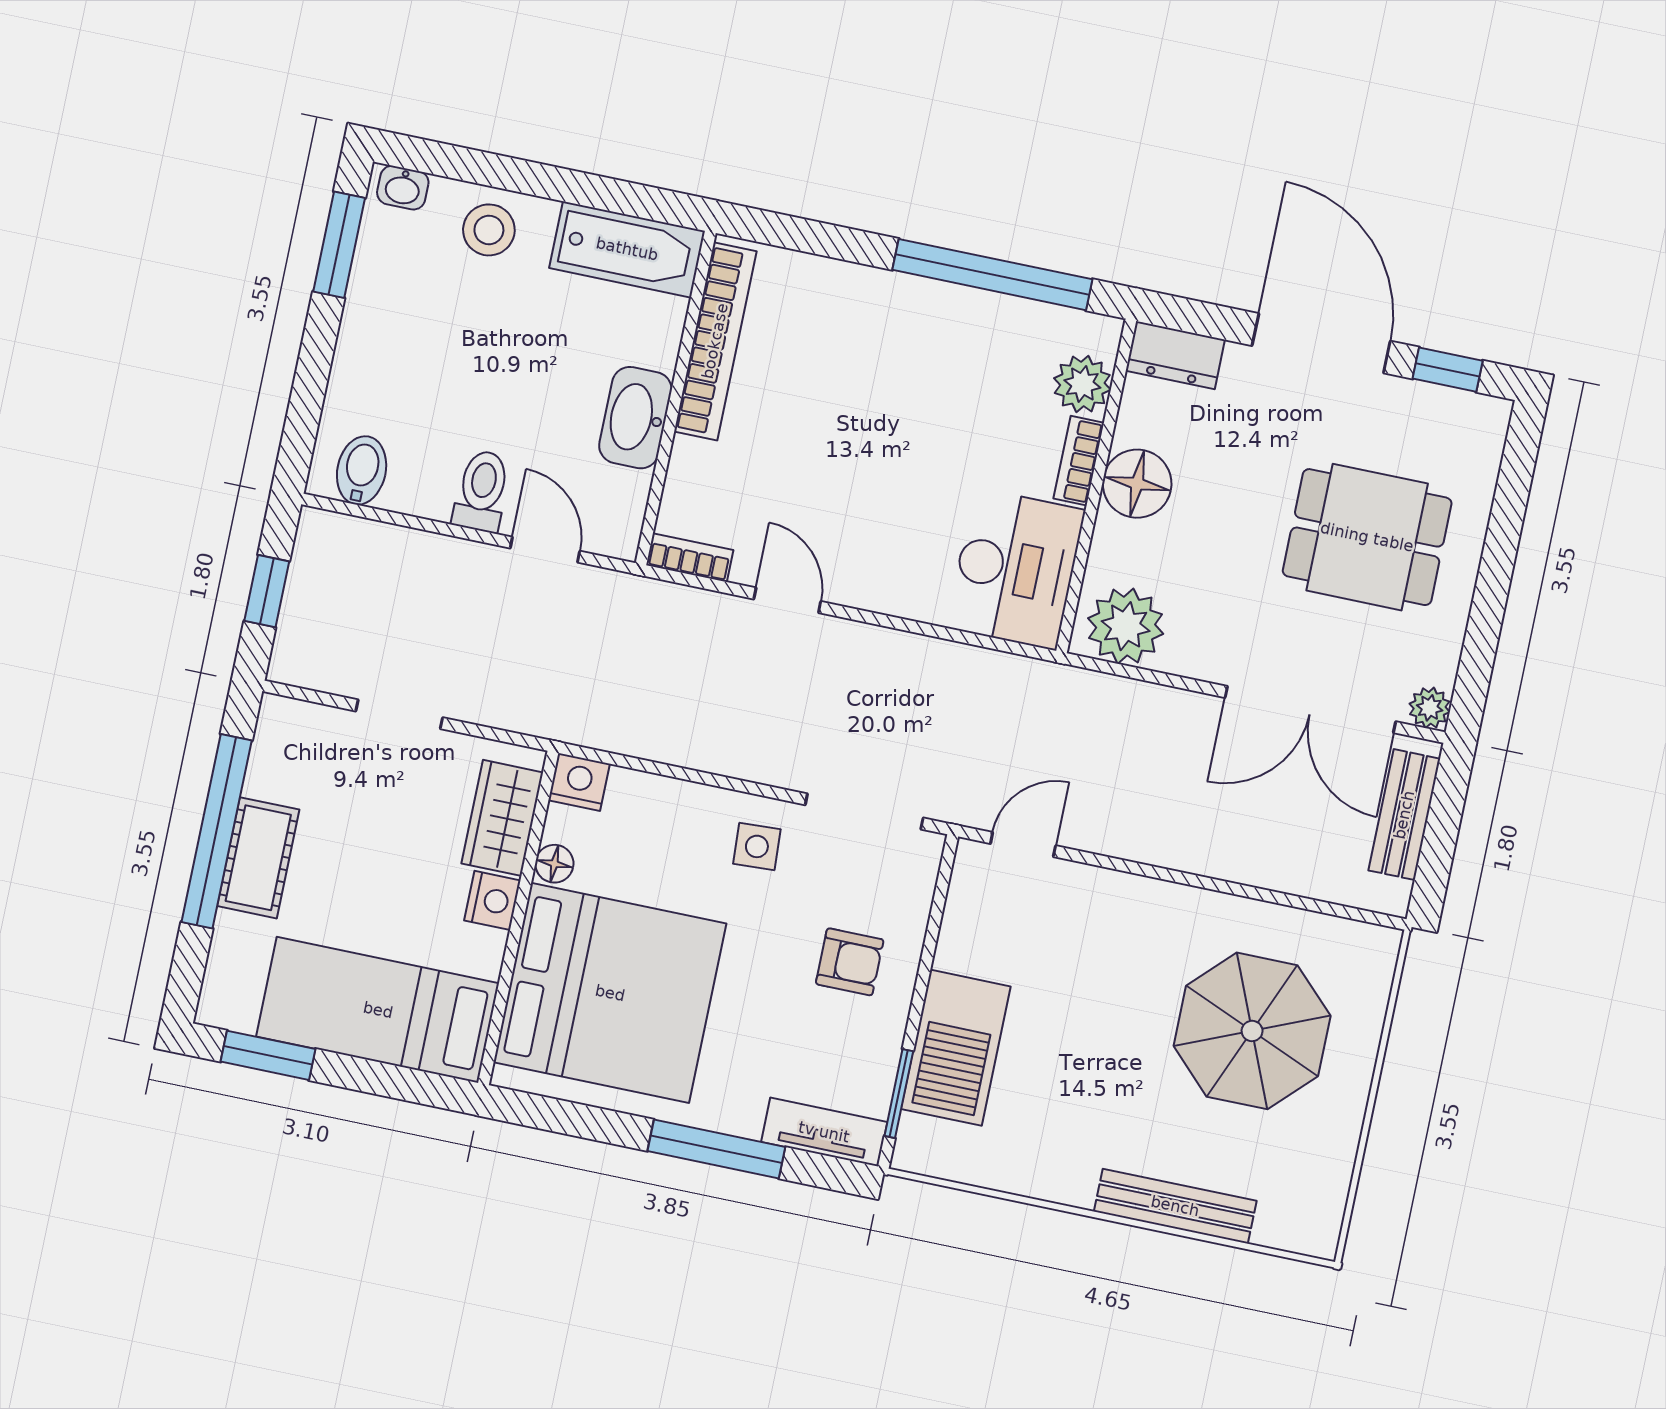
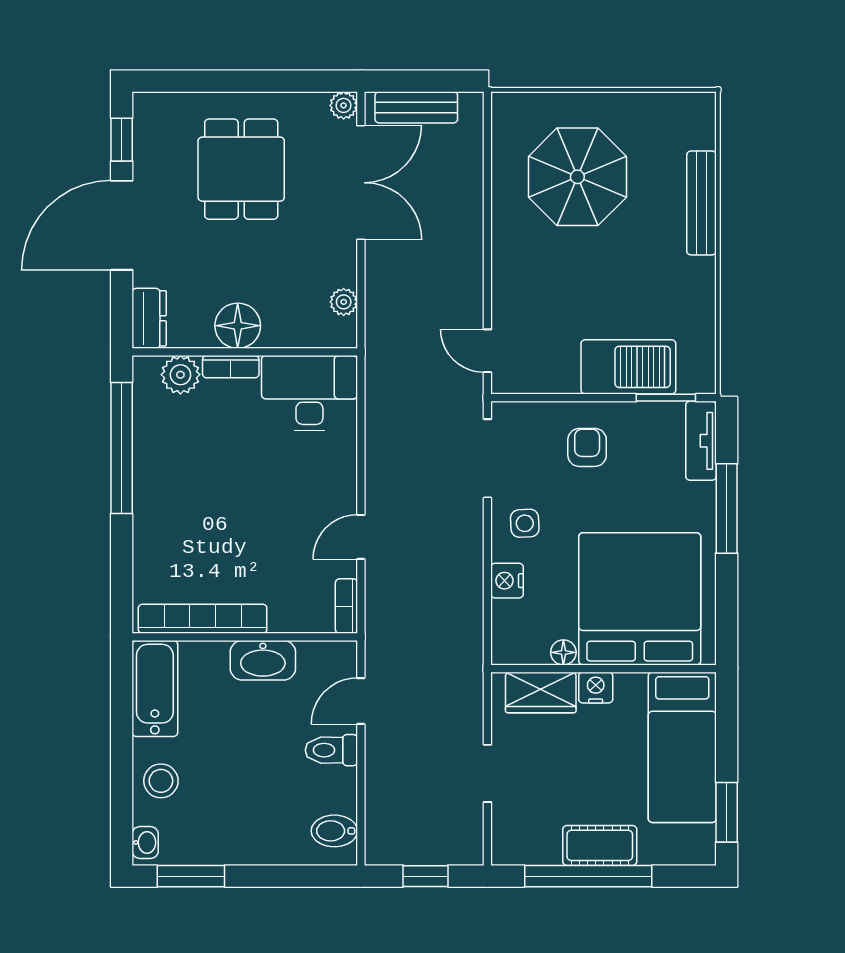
plant: (1126, 626) -> (344, 302), width x0.53, depth x0.53
nightstand: (579, 782) -> (507, 581), moved

